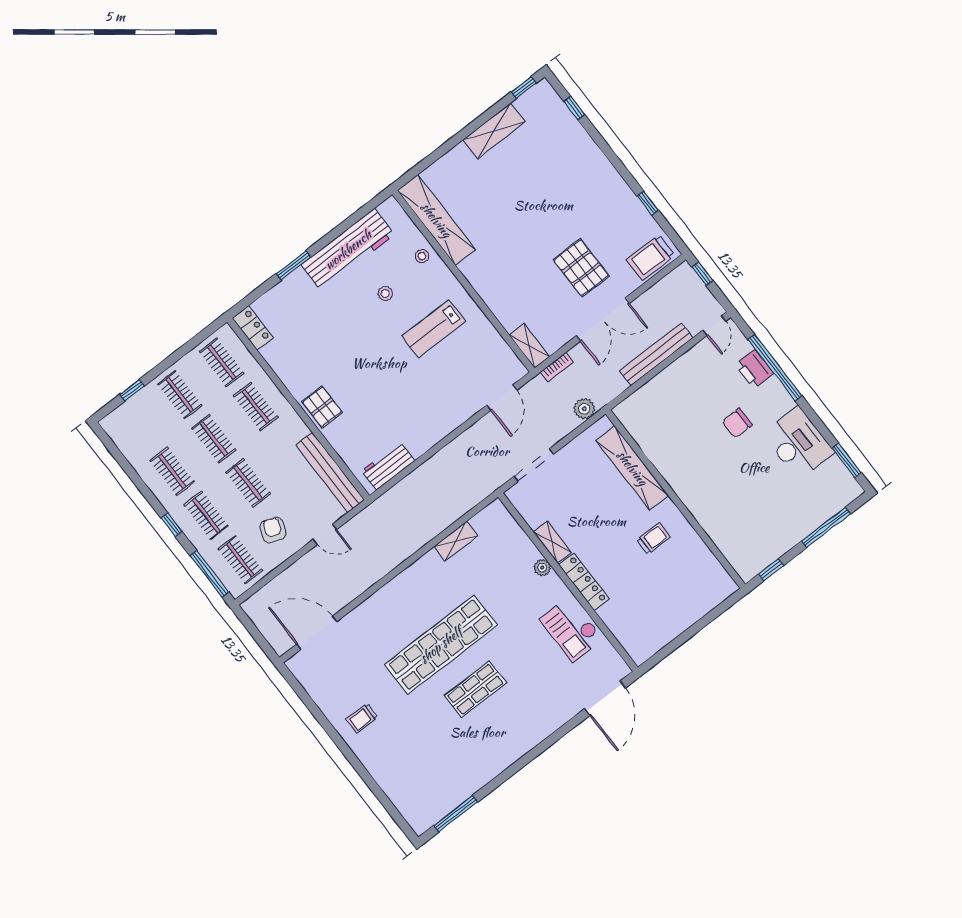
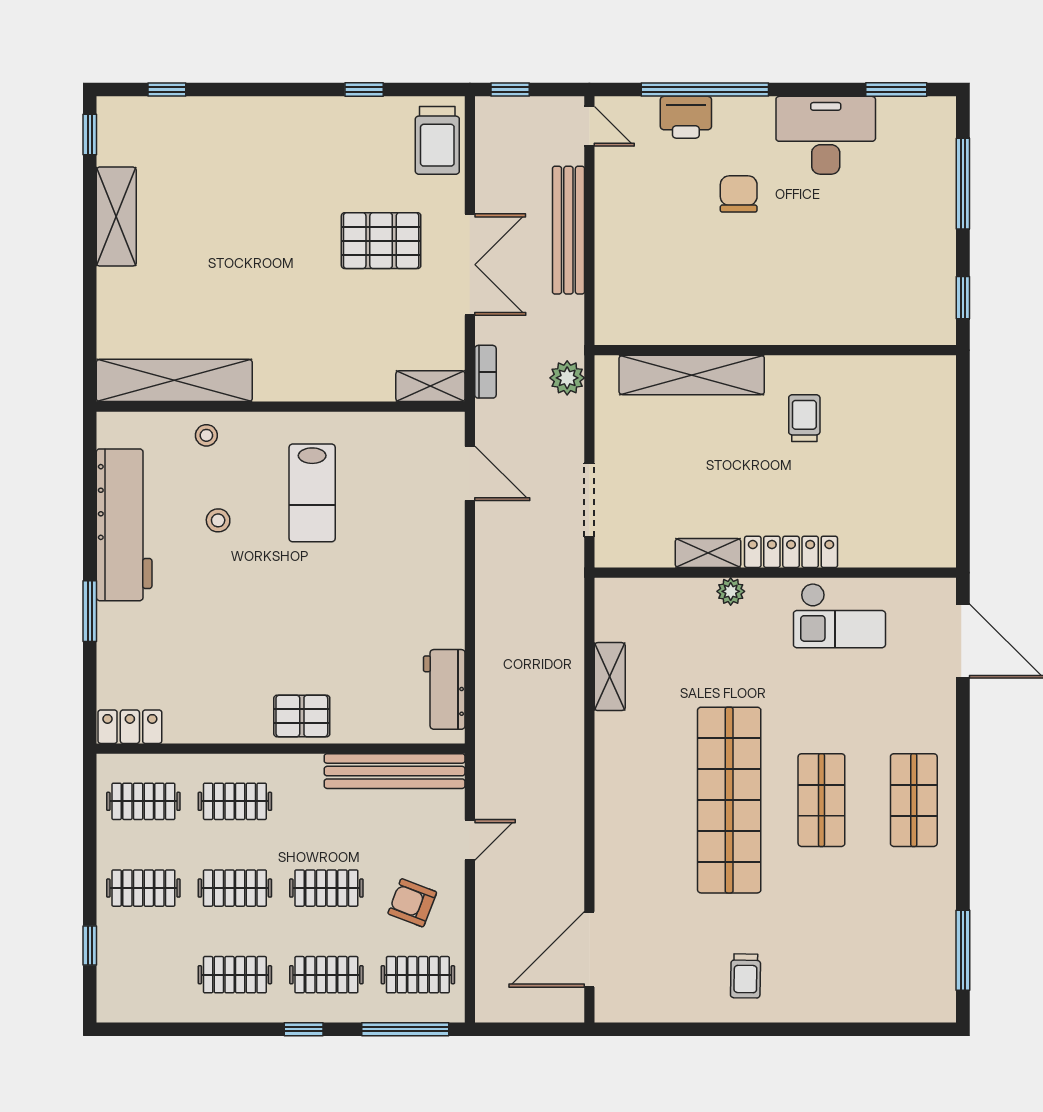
chair: (737, 423) -> (739, 194), turned 180
shop shelf: (510, 734) -> (914, 800), added

